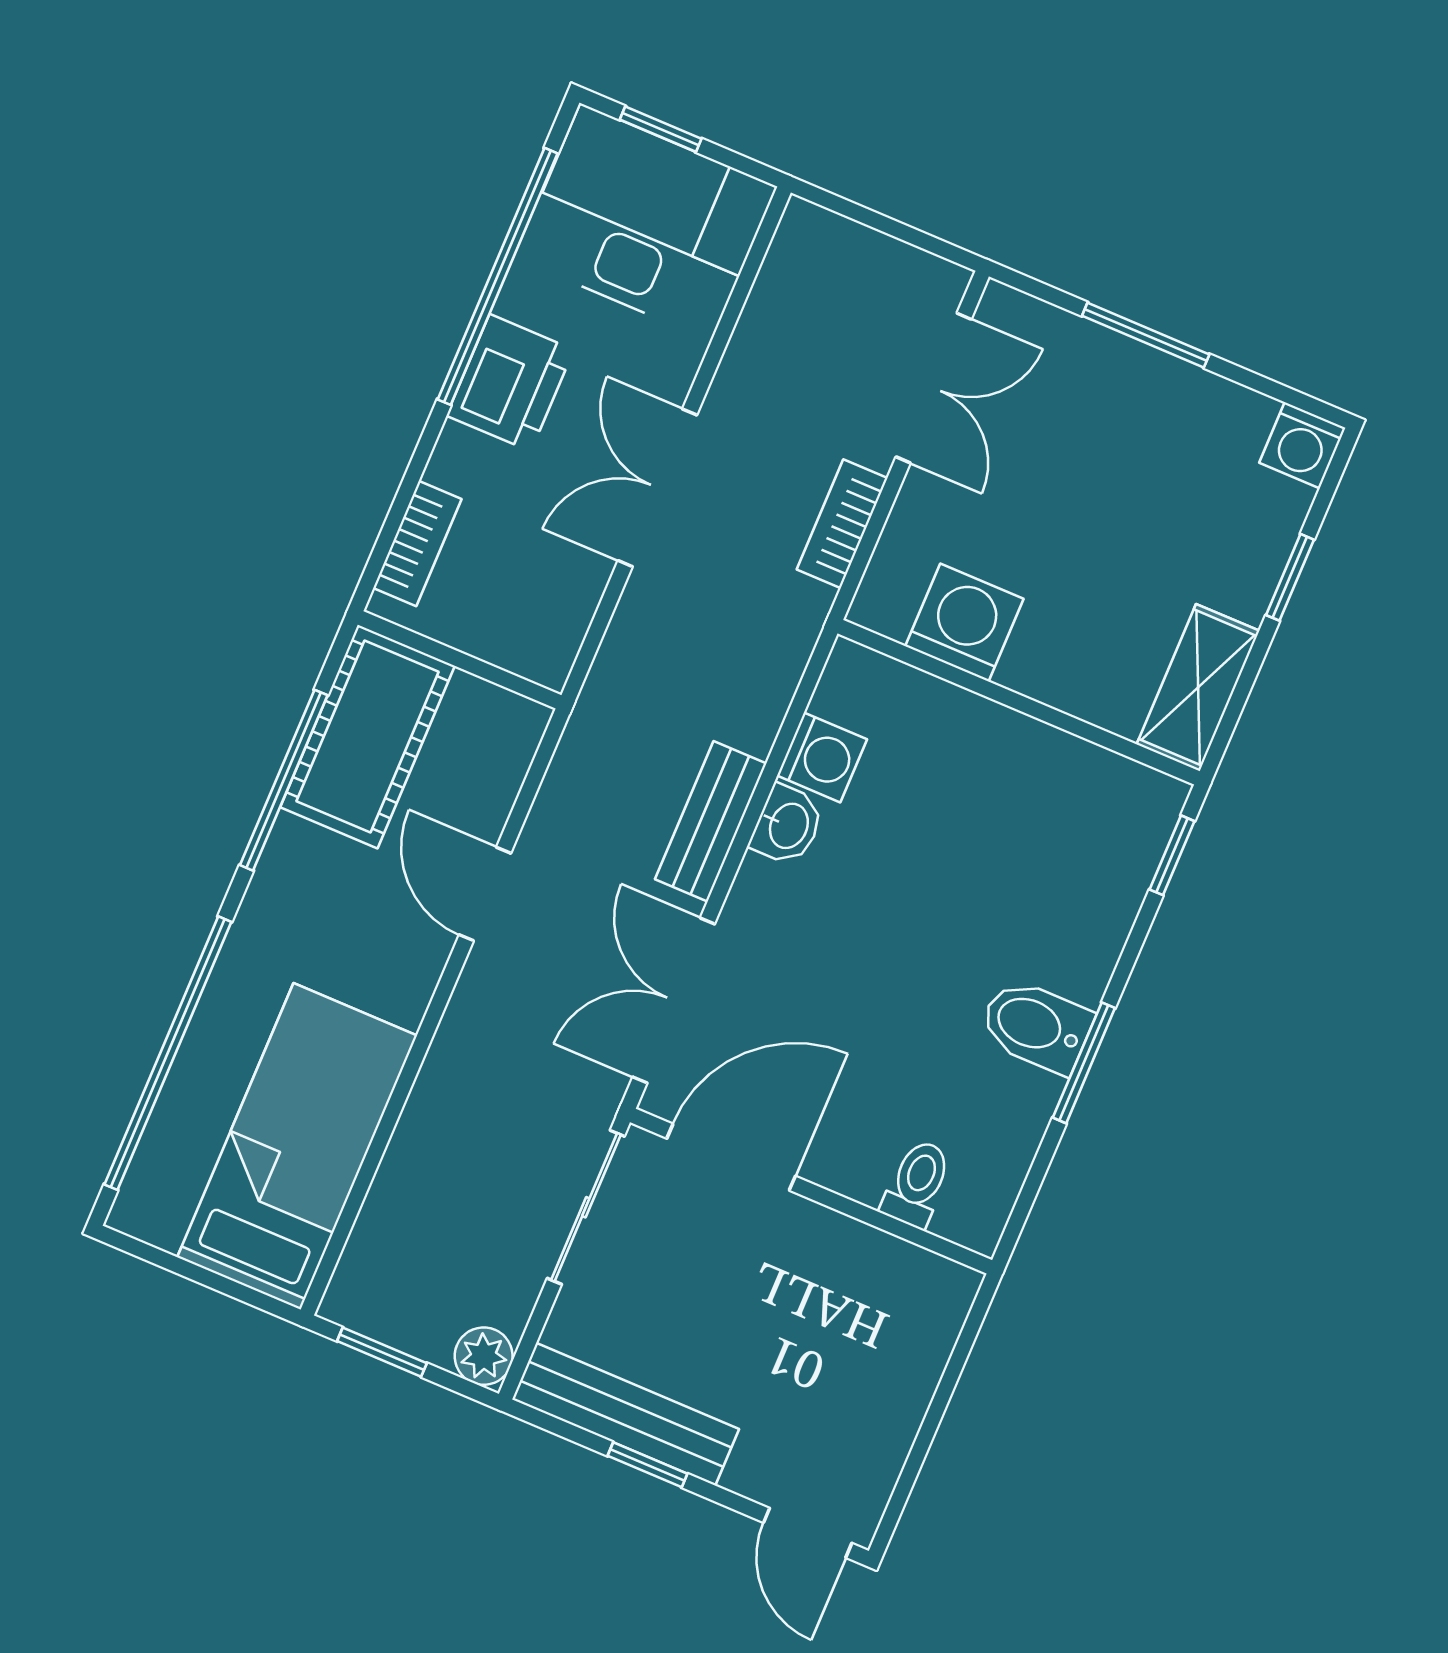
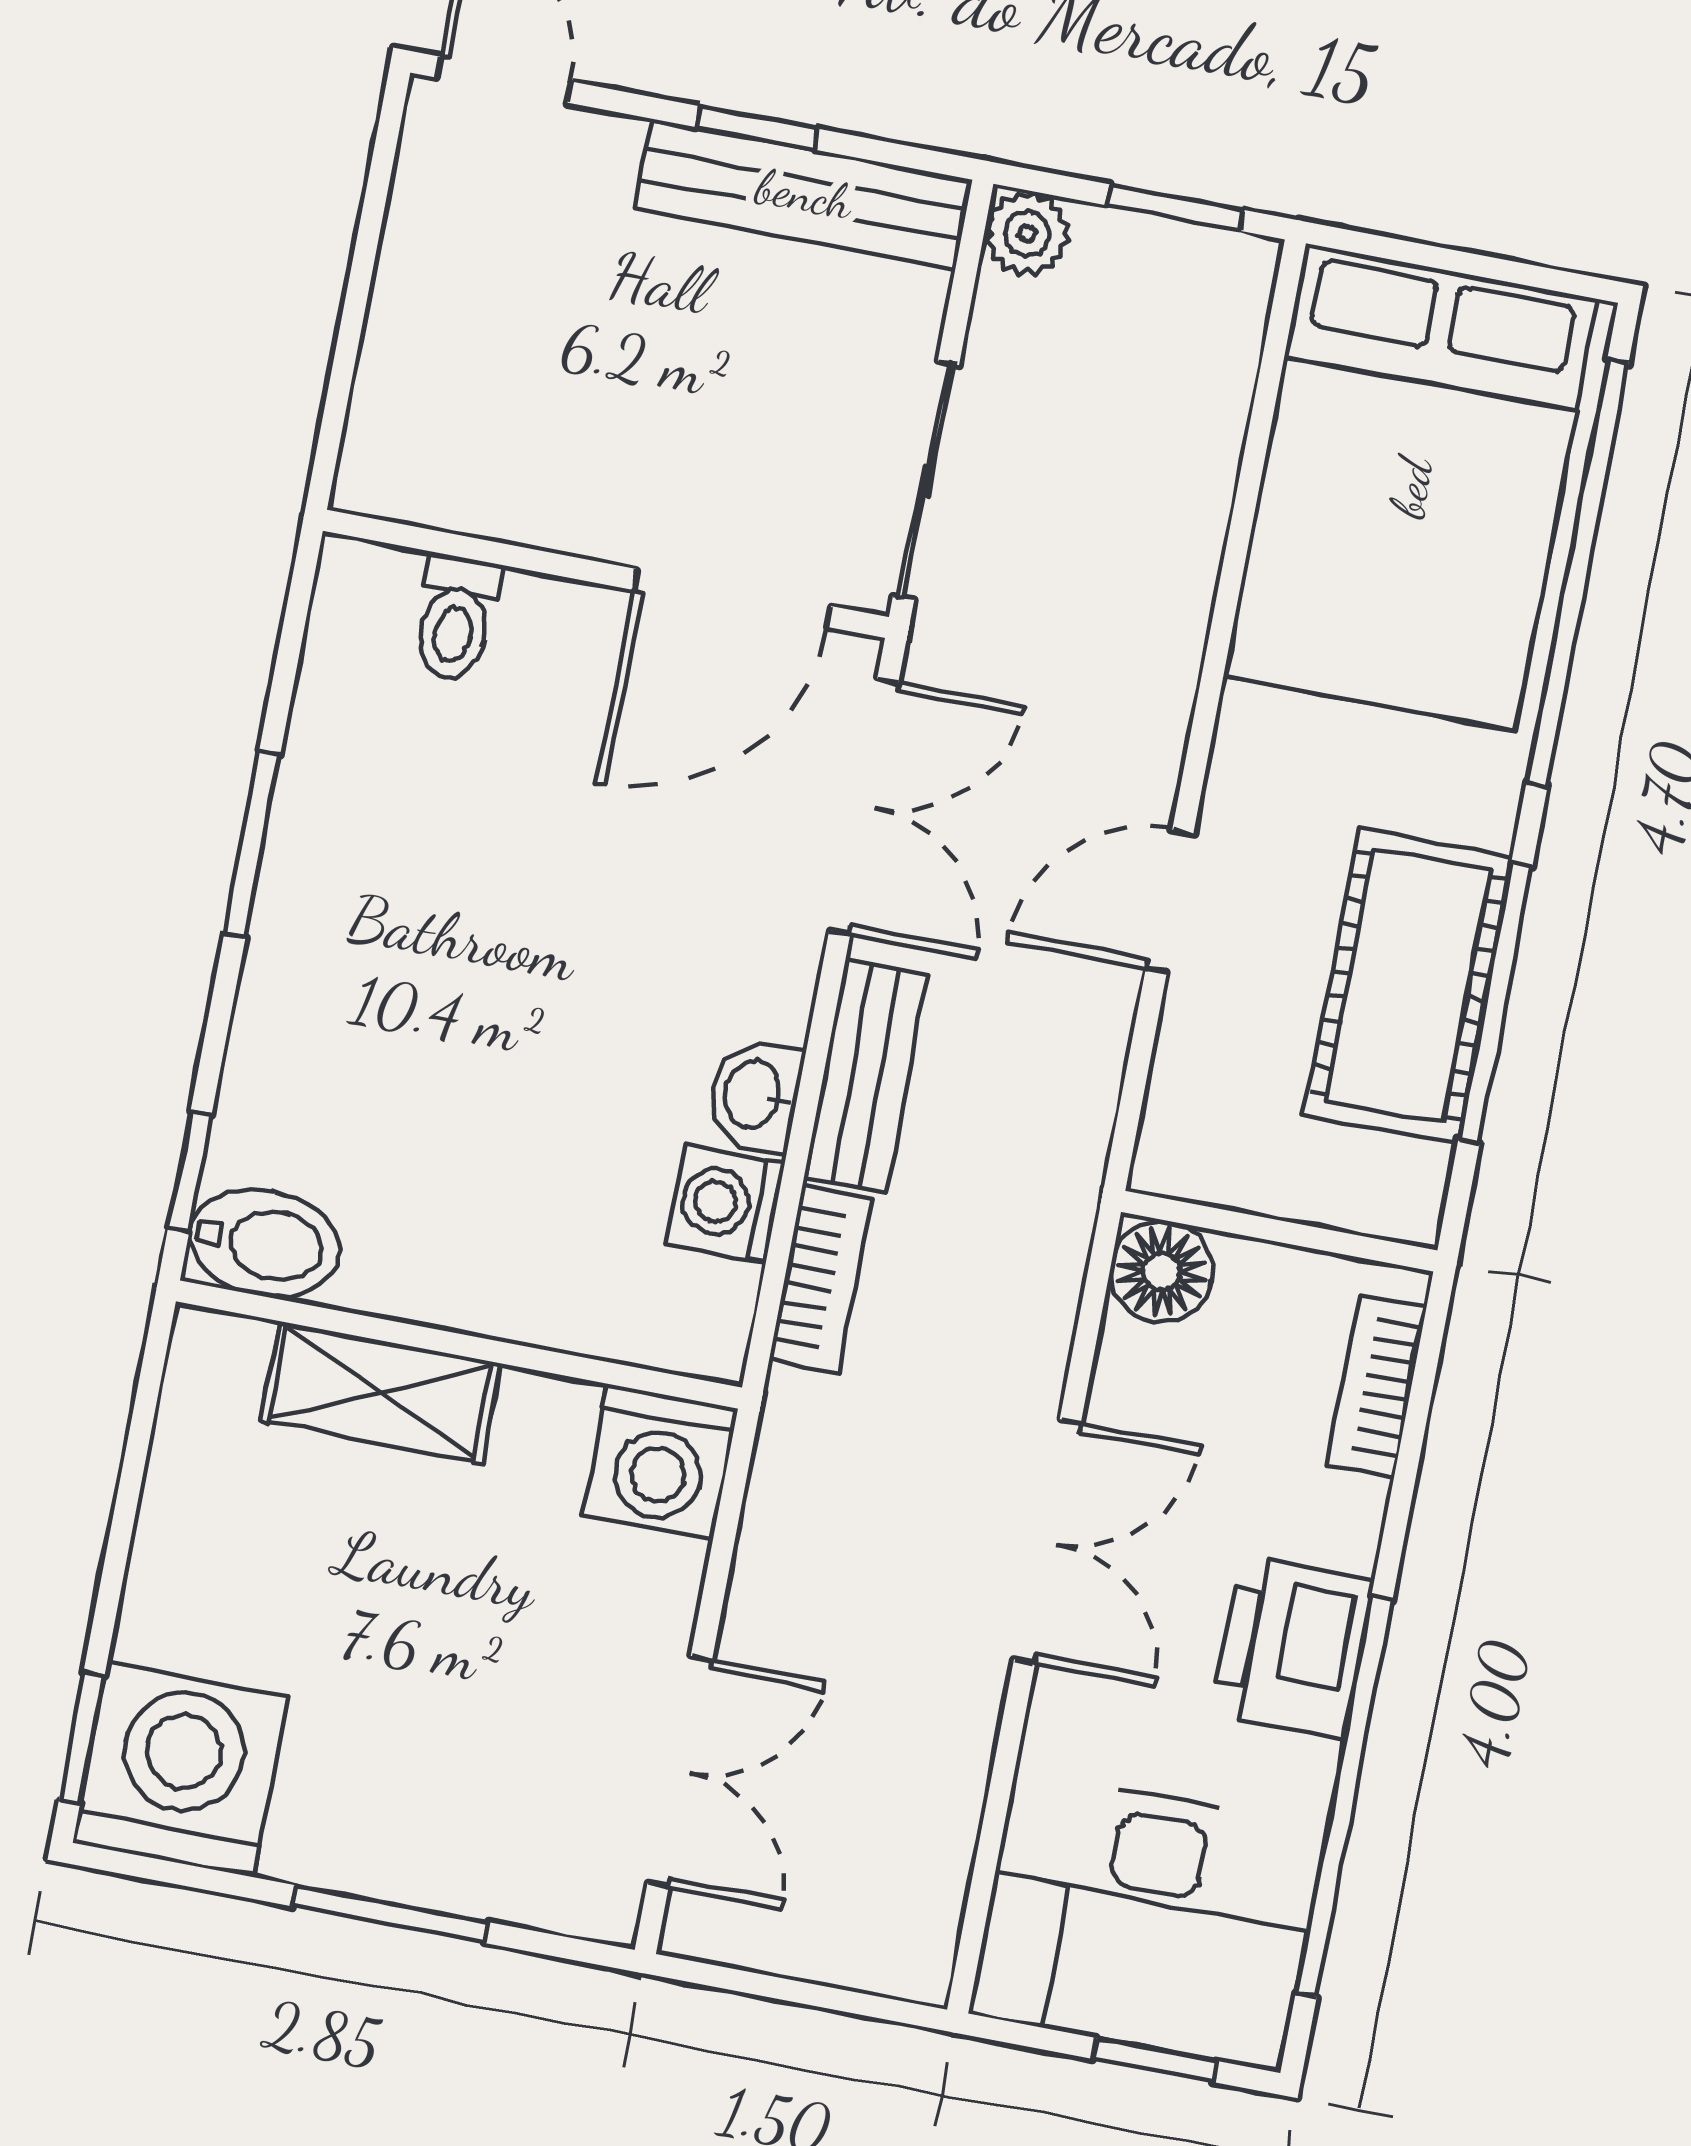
double door: (934, 388) -> (680, 1772), swing flipped
washing machine: (1302, 445) -> (180, 1770), width x1.89, depth x1.89
bookcase: (842, 524) -> (820, 1280), moved
window: (1290, 577) -> (82, 1738), moved
washing machine: (964, 622) -> (660, 1462), moved
floor lamp: (543, 650) -> (1162, 1271), added
shelving: (1198, 688) -> (380, 1392), moved, turned 90
cot: (367, 736) -> (1409, 985), moved
door: (485, 894) -> (1170, 901), swing flipped
bidet: (1036, 1026) -> (264, 1243), moved
bed: (297, 1146) -> (1411, 488), width x1.50

